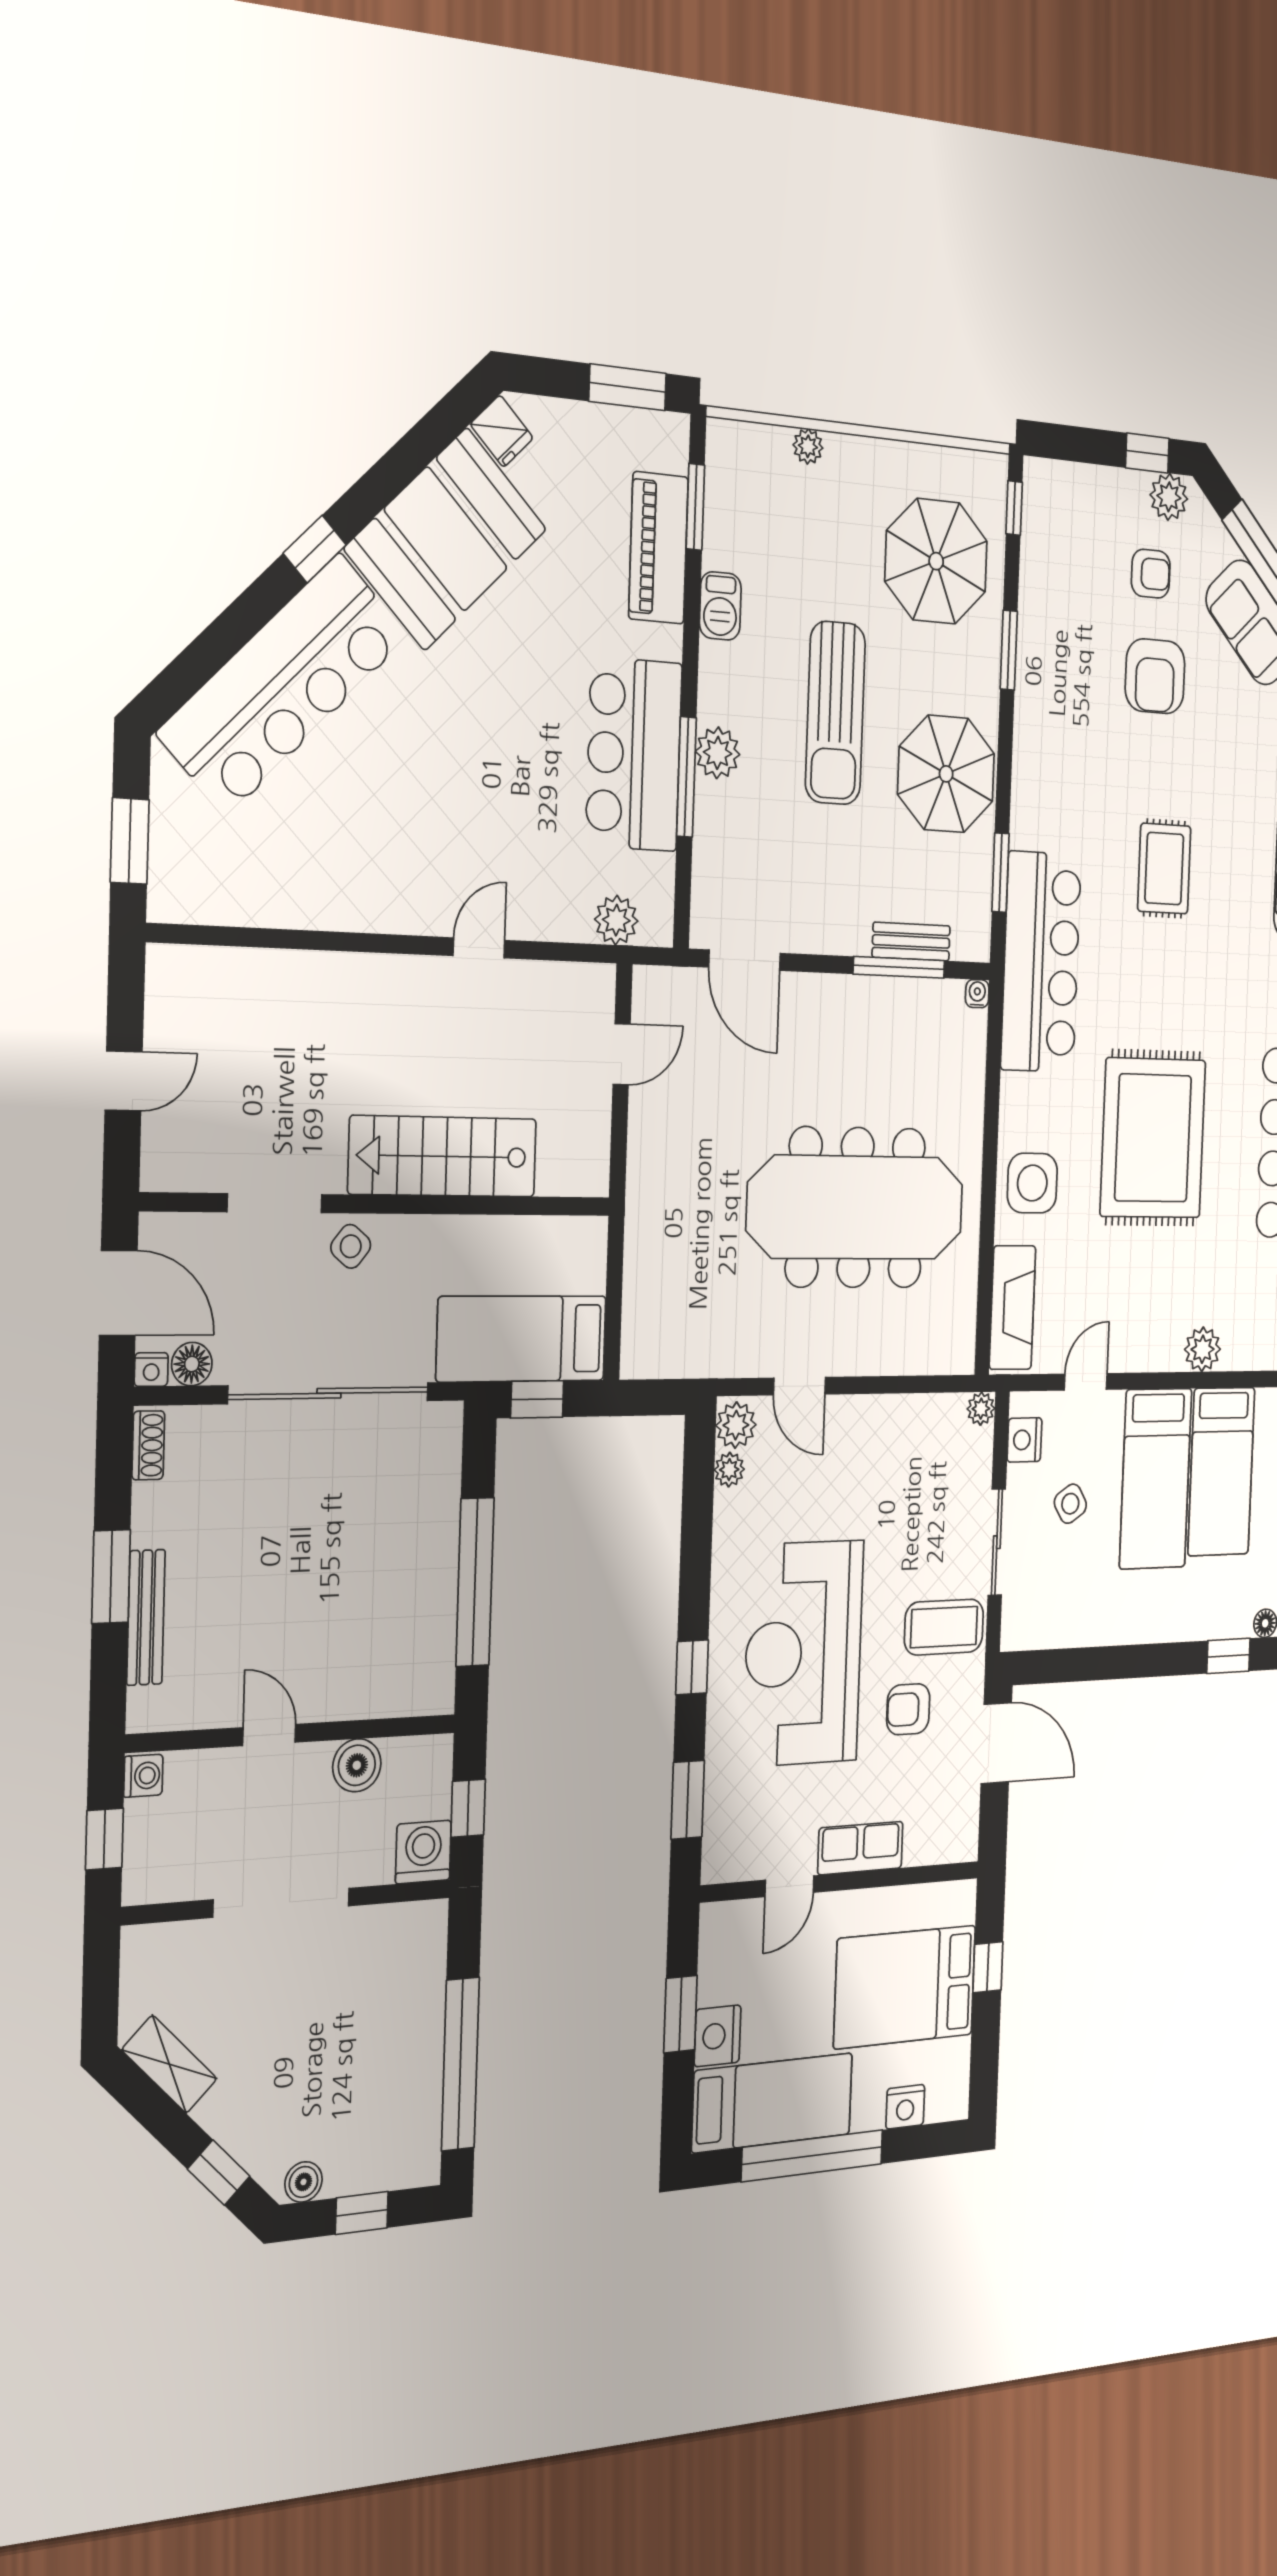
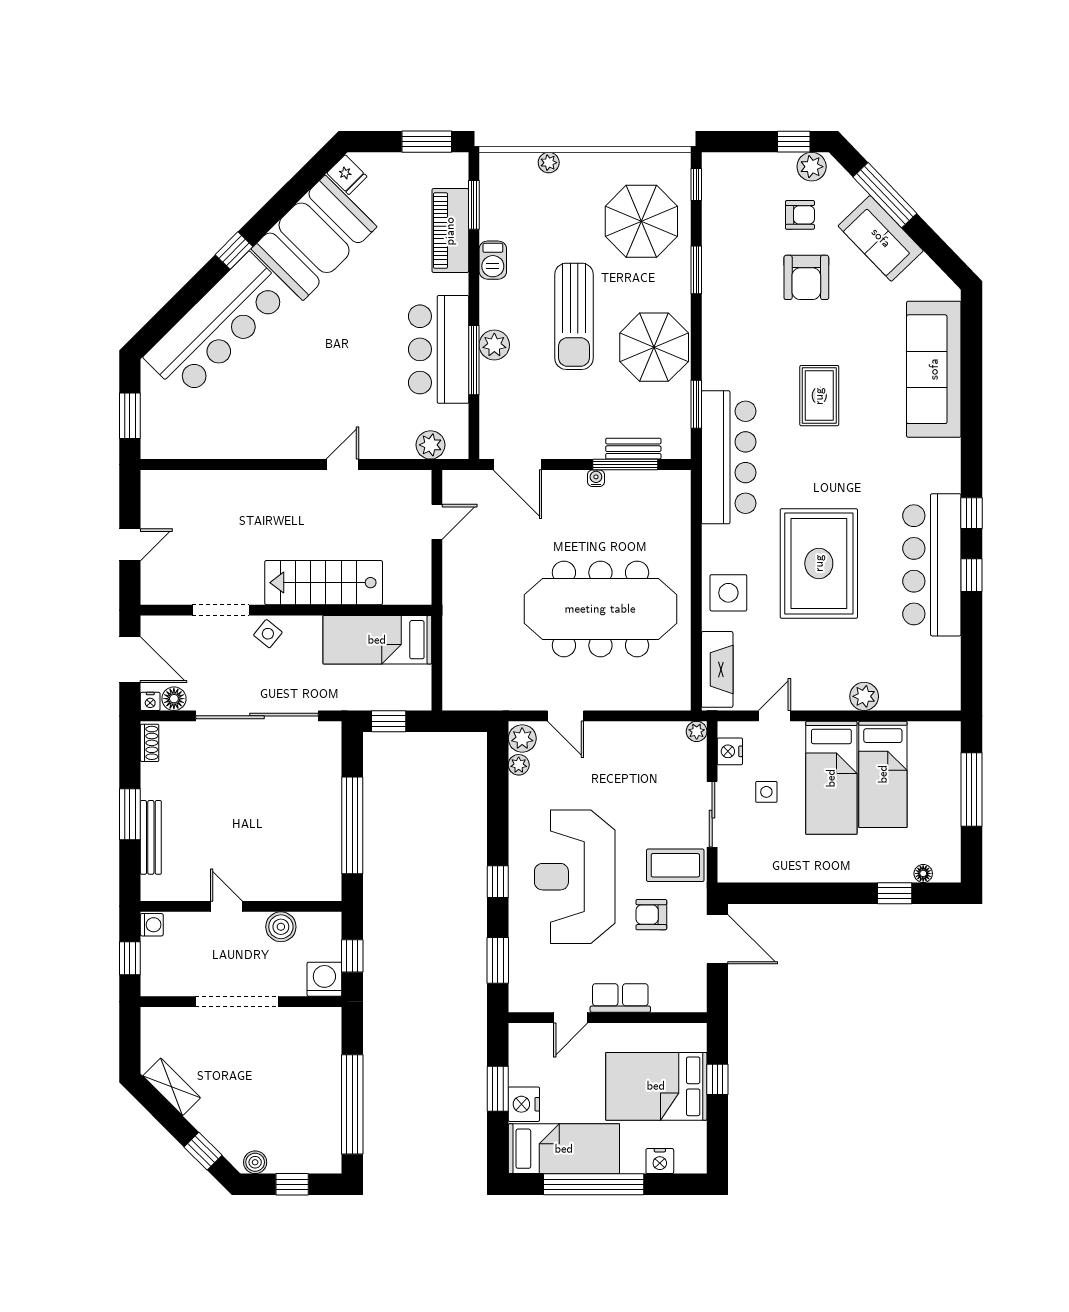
water cooler: (977, 994) -> (596, 478), moved
bed: (522, 1339) -> (377, 640), moved
side table: (1070, 1504) -> (766, 792), turned 32

